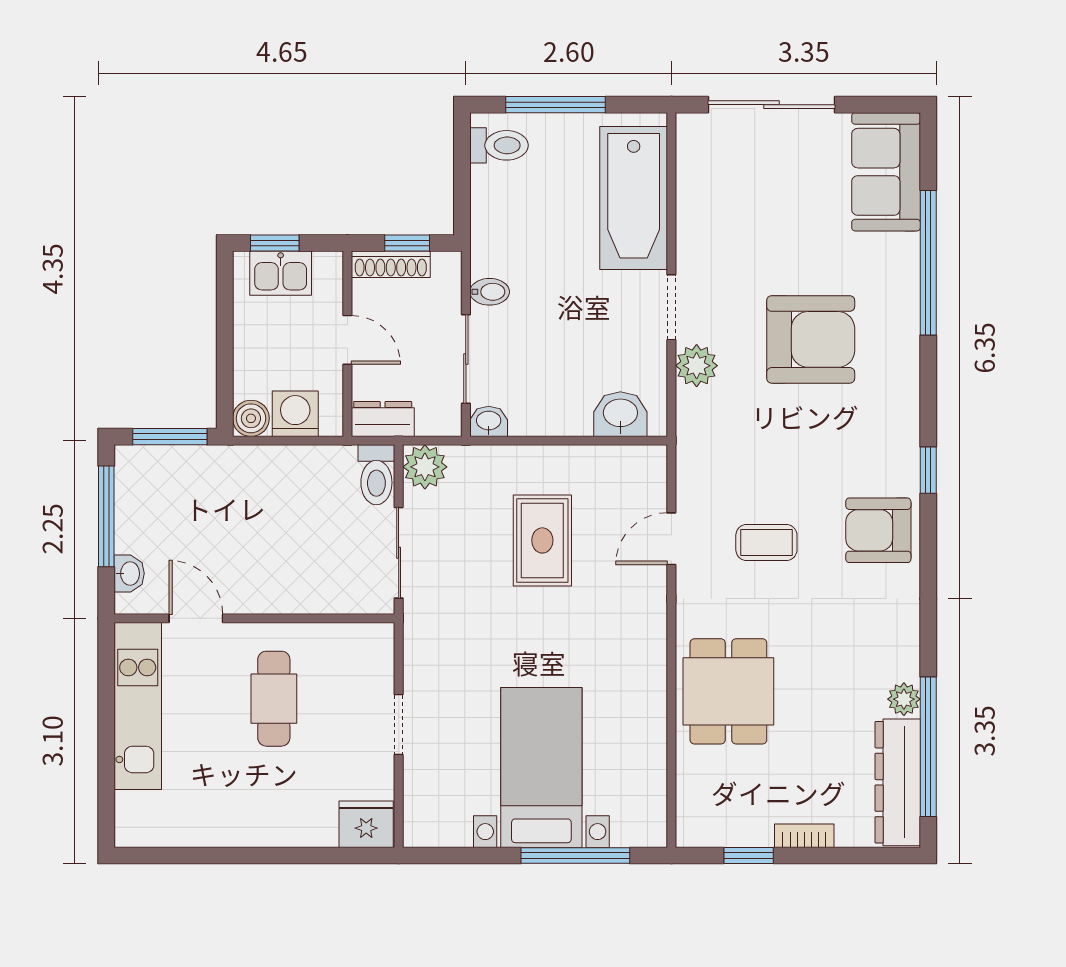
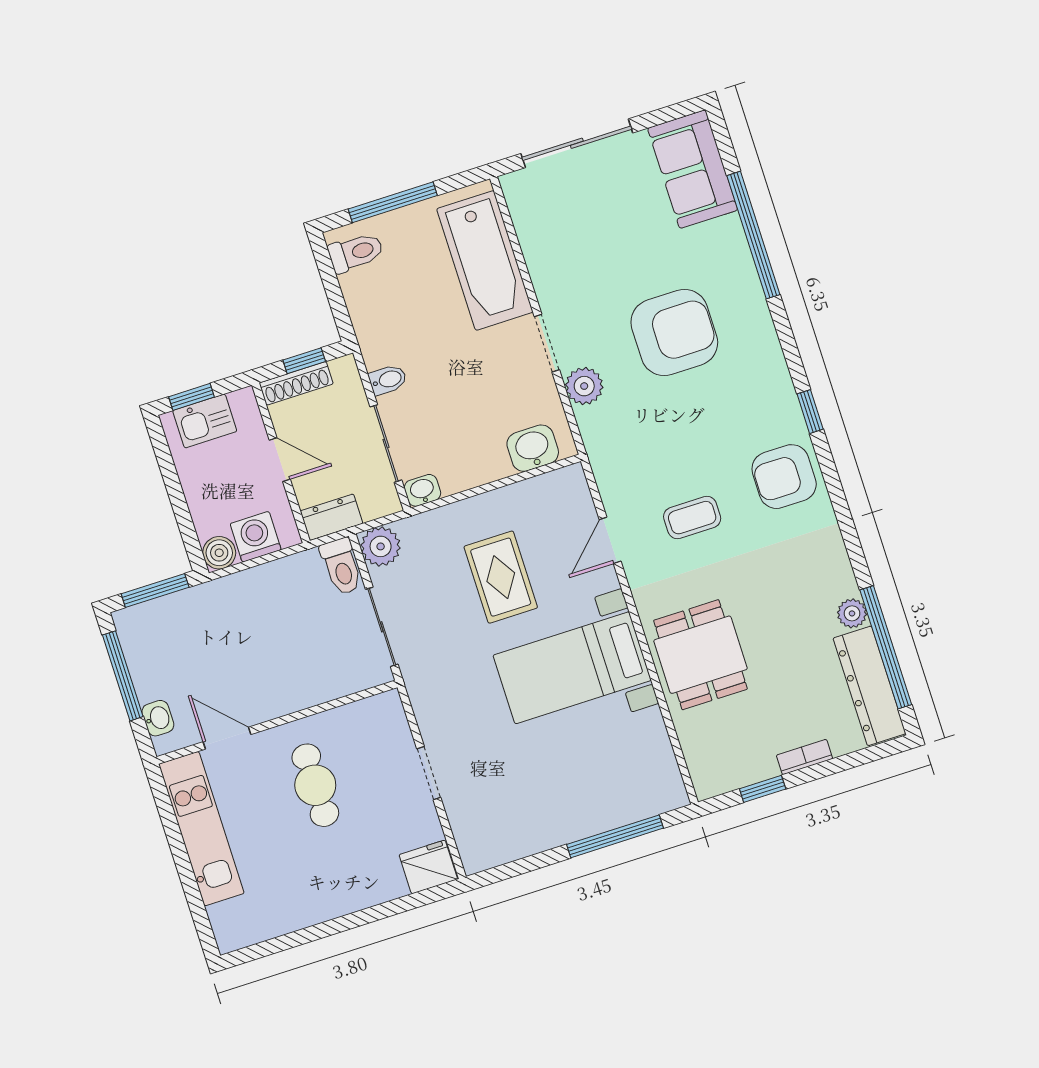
bed with nightstands: (541, 768) -> (572, 668), moved, turned -90

